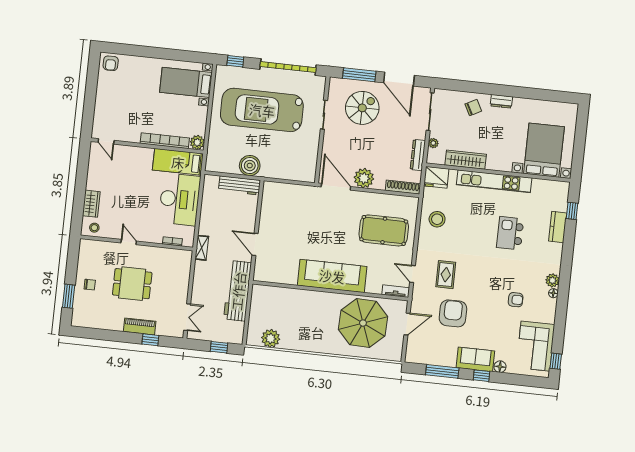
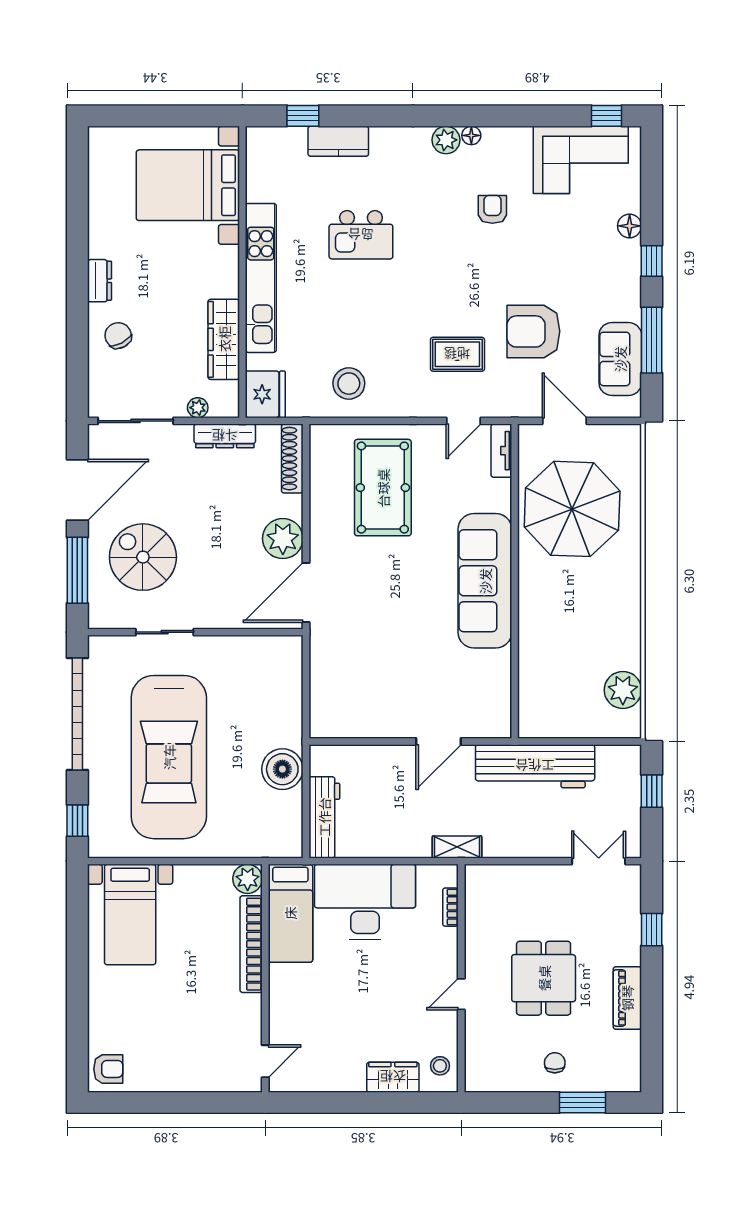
workbench: (239, 185) -> (324, 817), moved
piano: (140, 326) -> (627, 998), moved
sofa: (475, 359) -> (620, 359), moved

